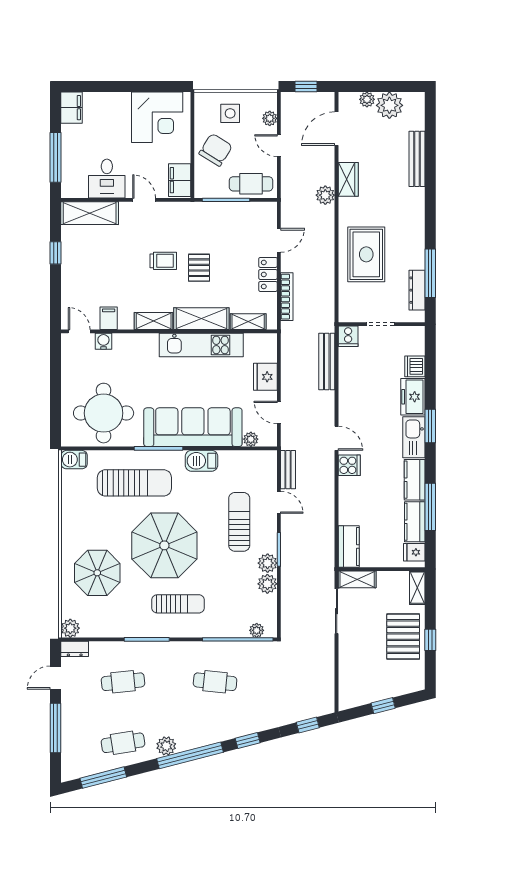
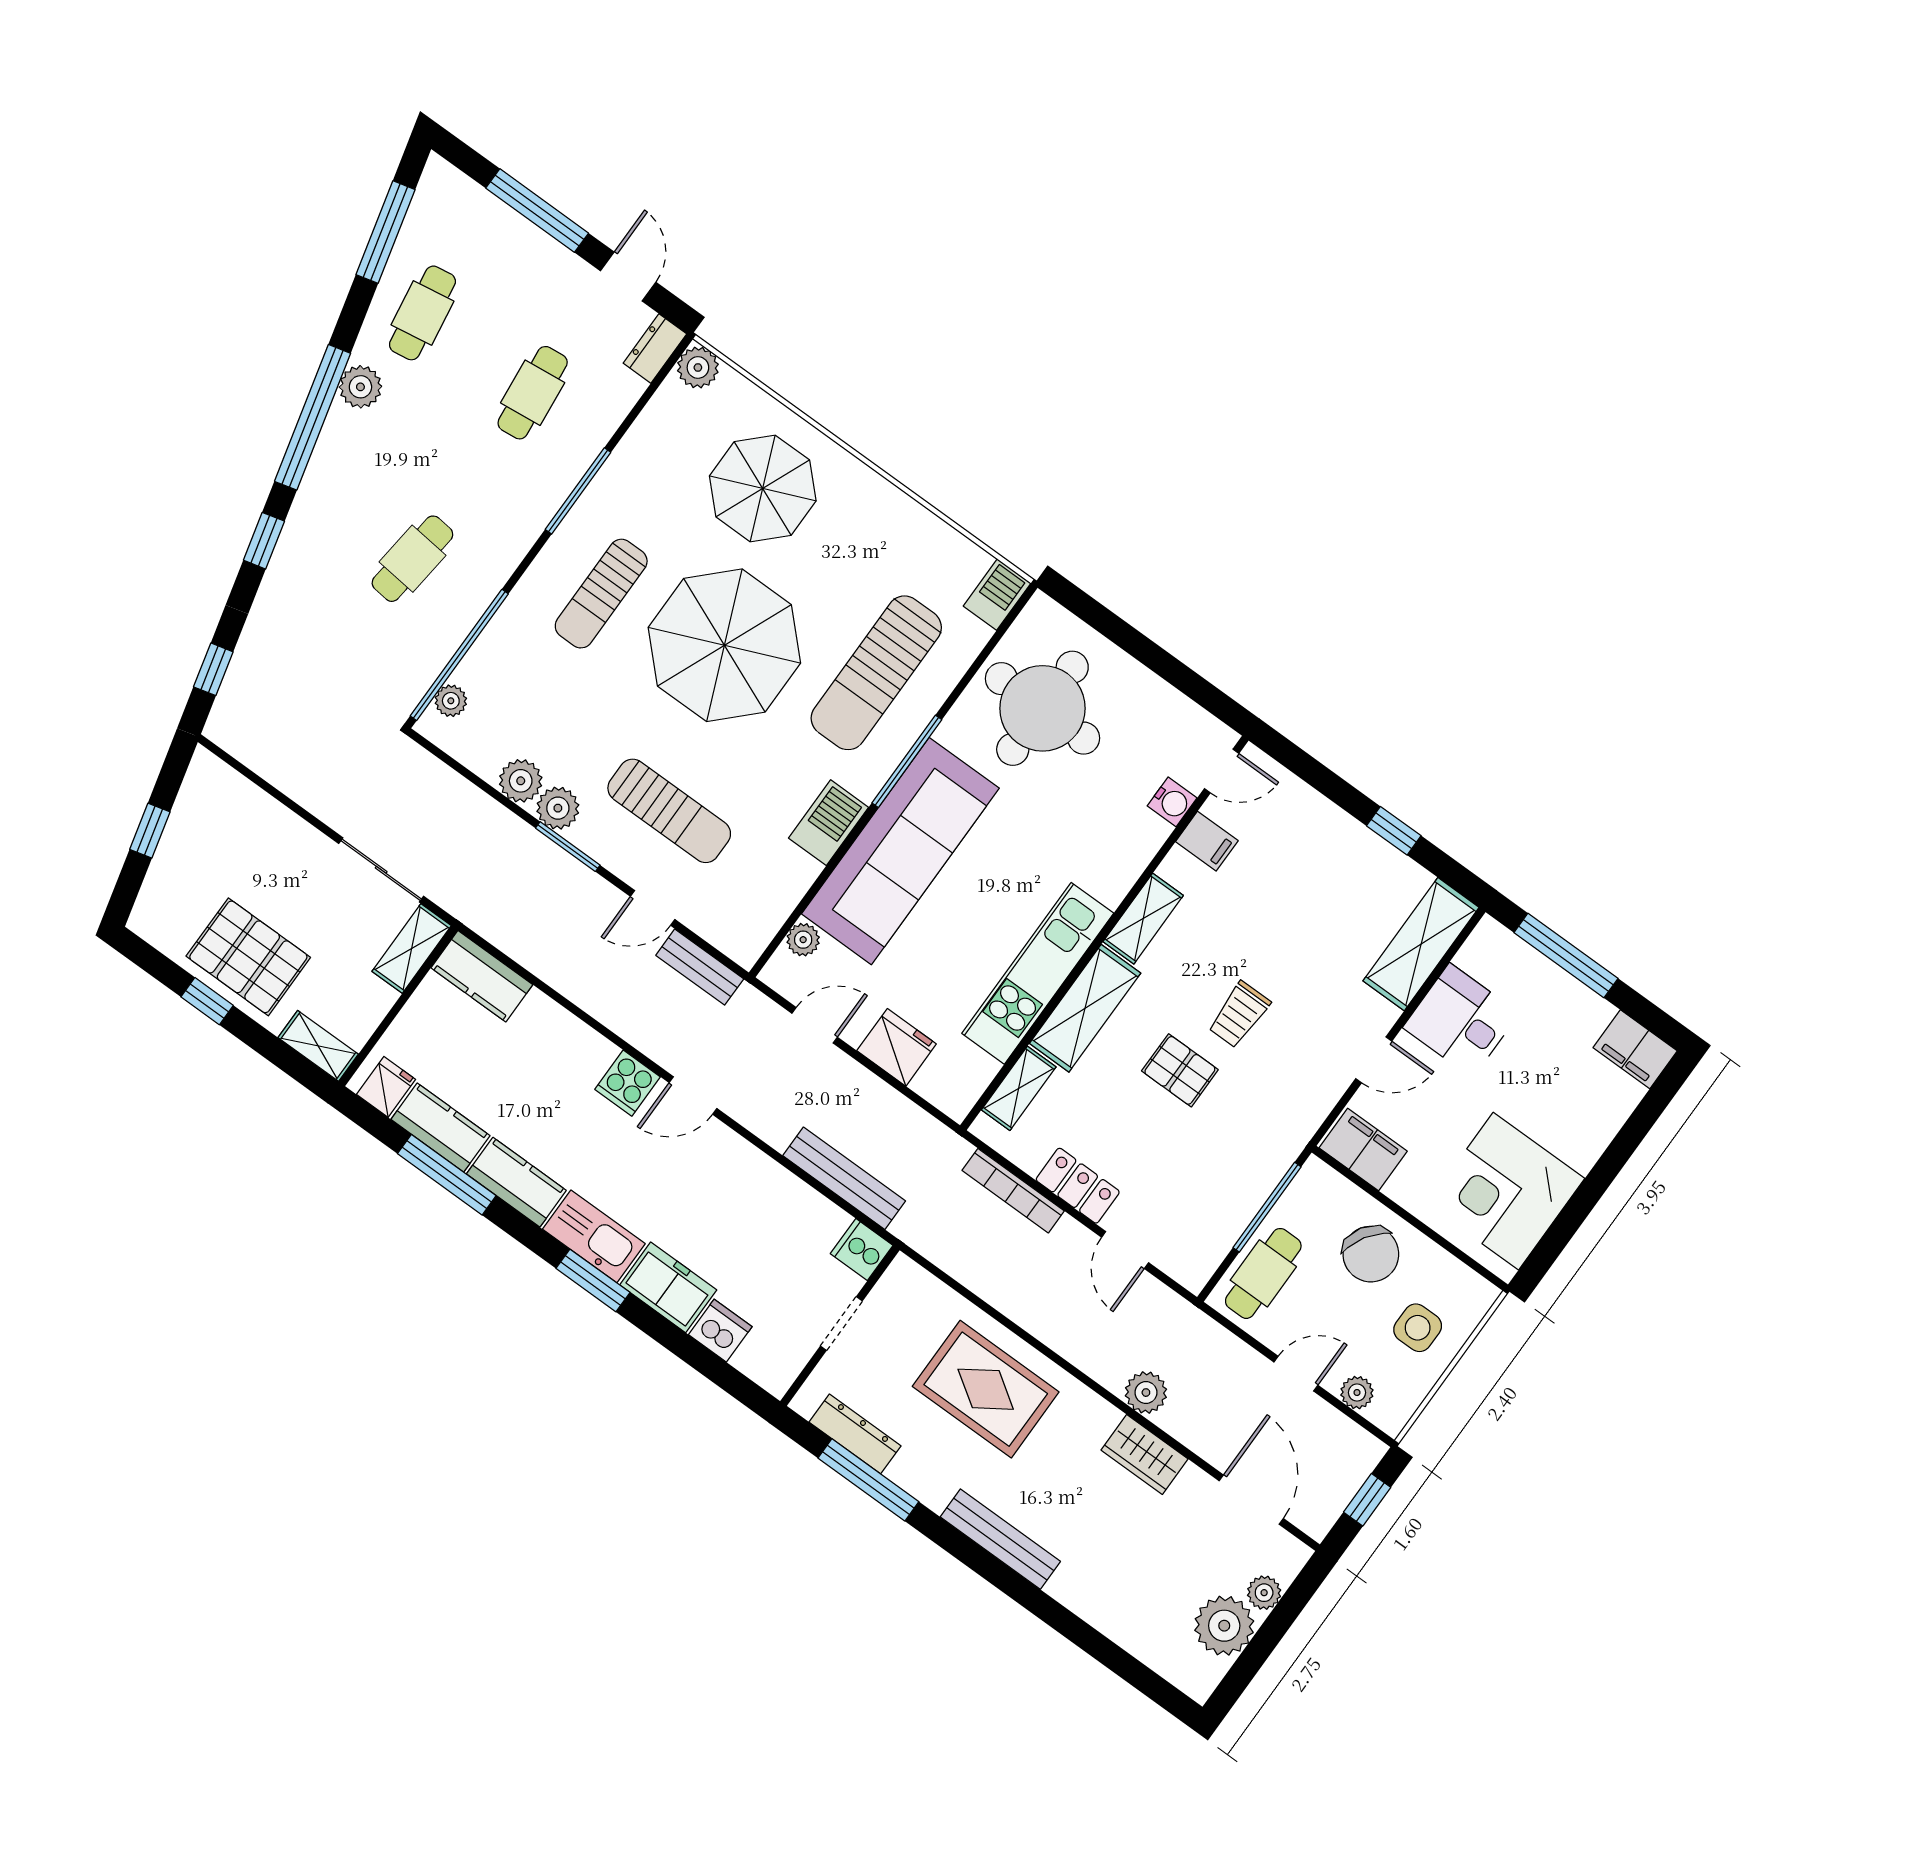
bench: (417, 159) -> (1000, 1539), moved

